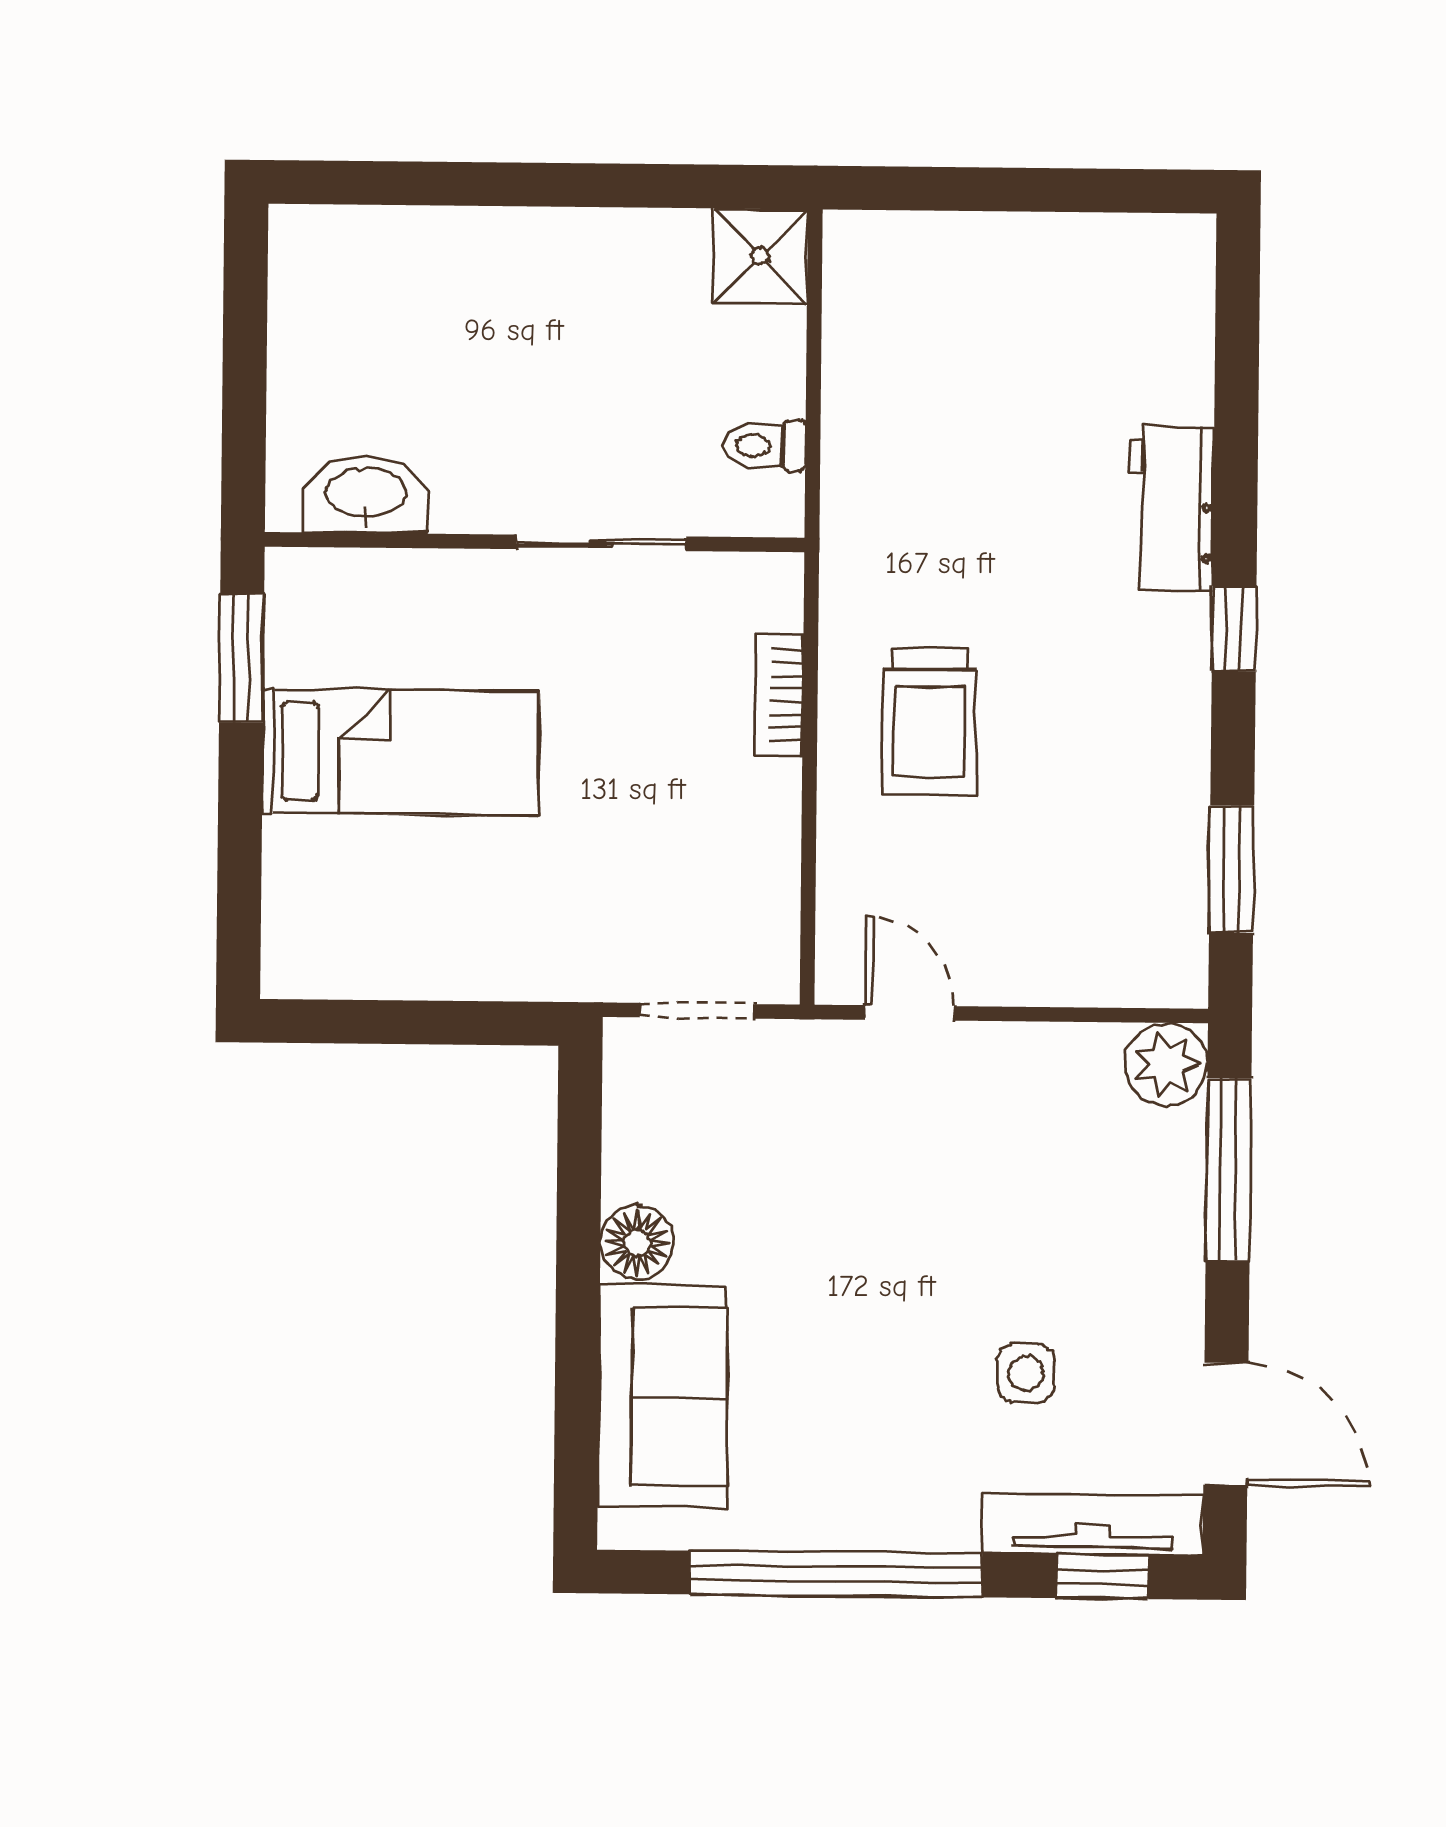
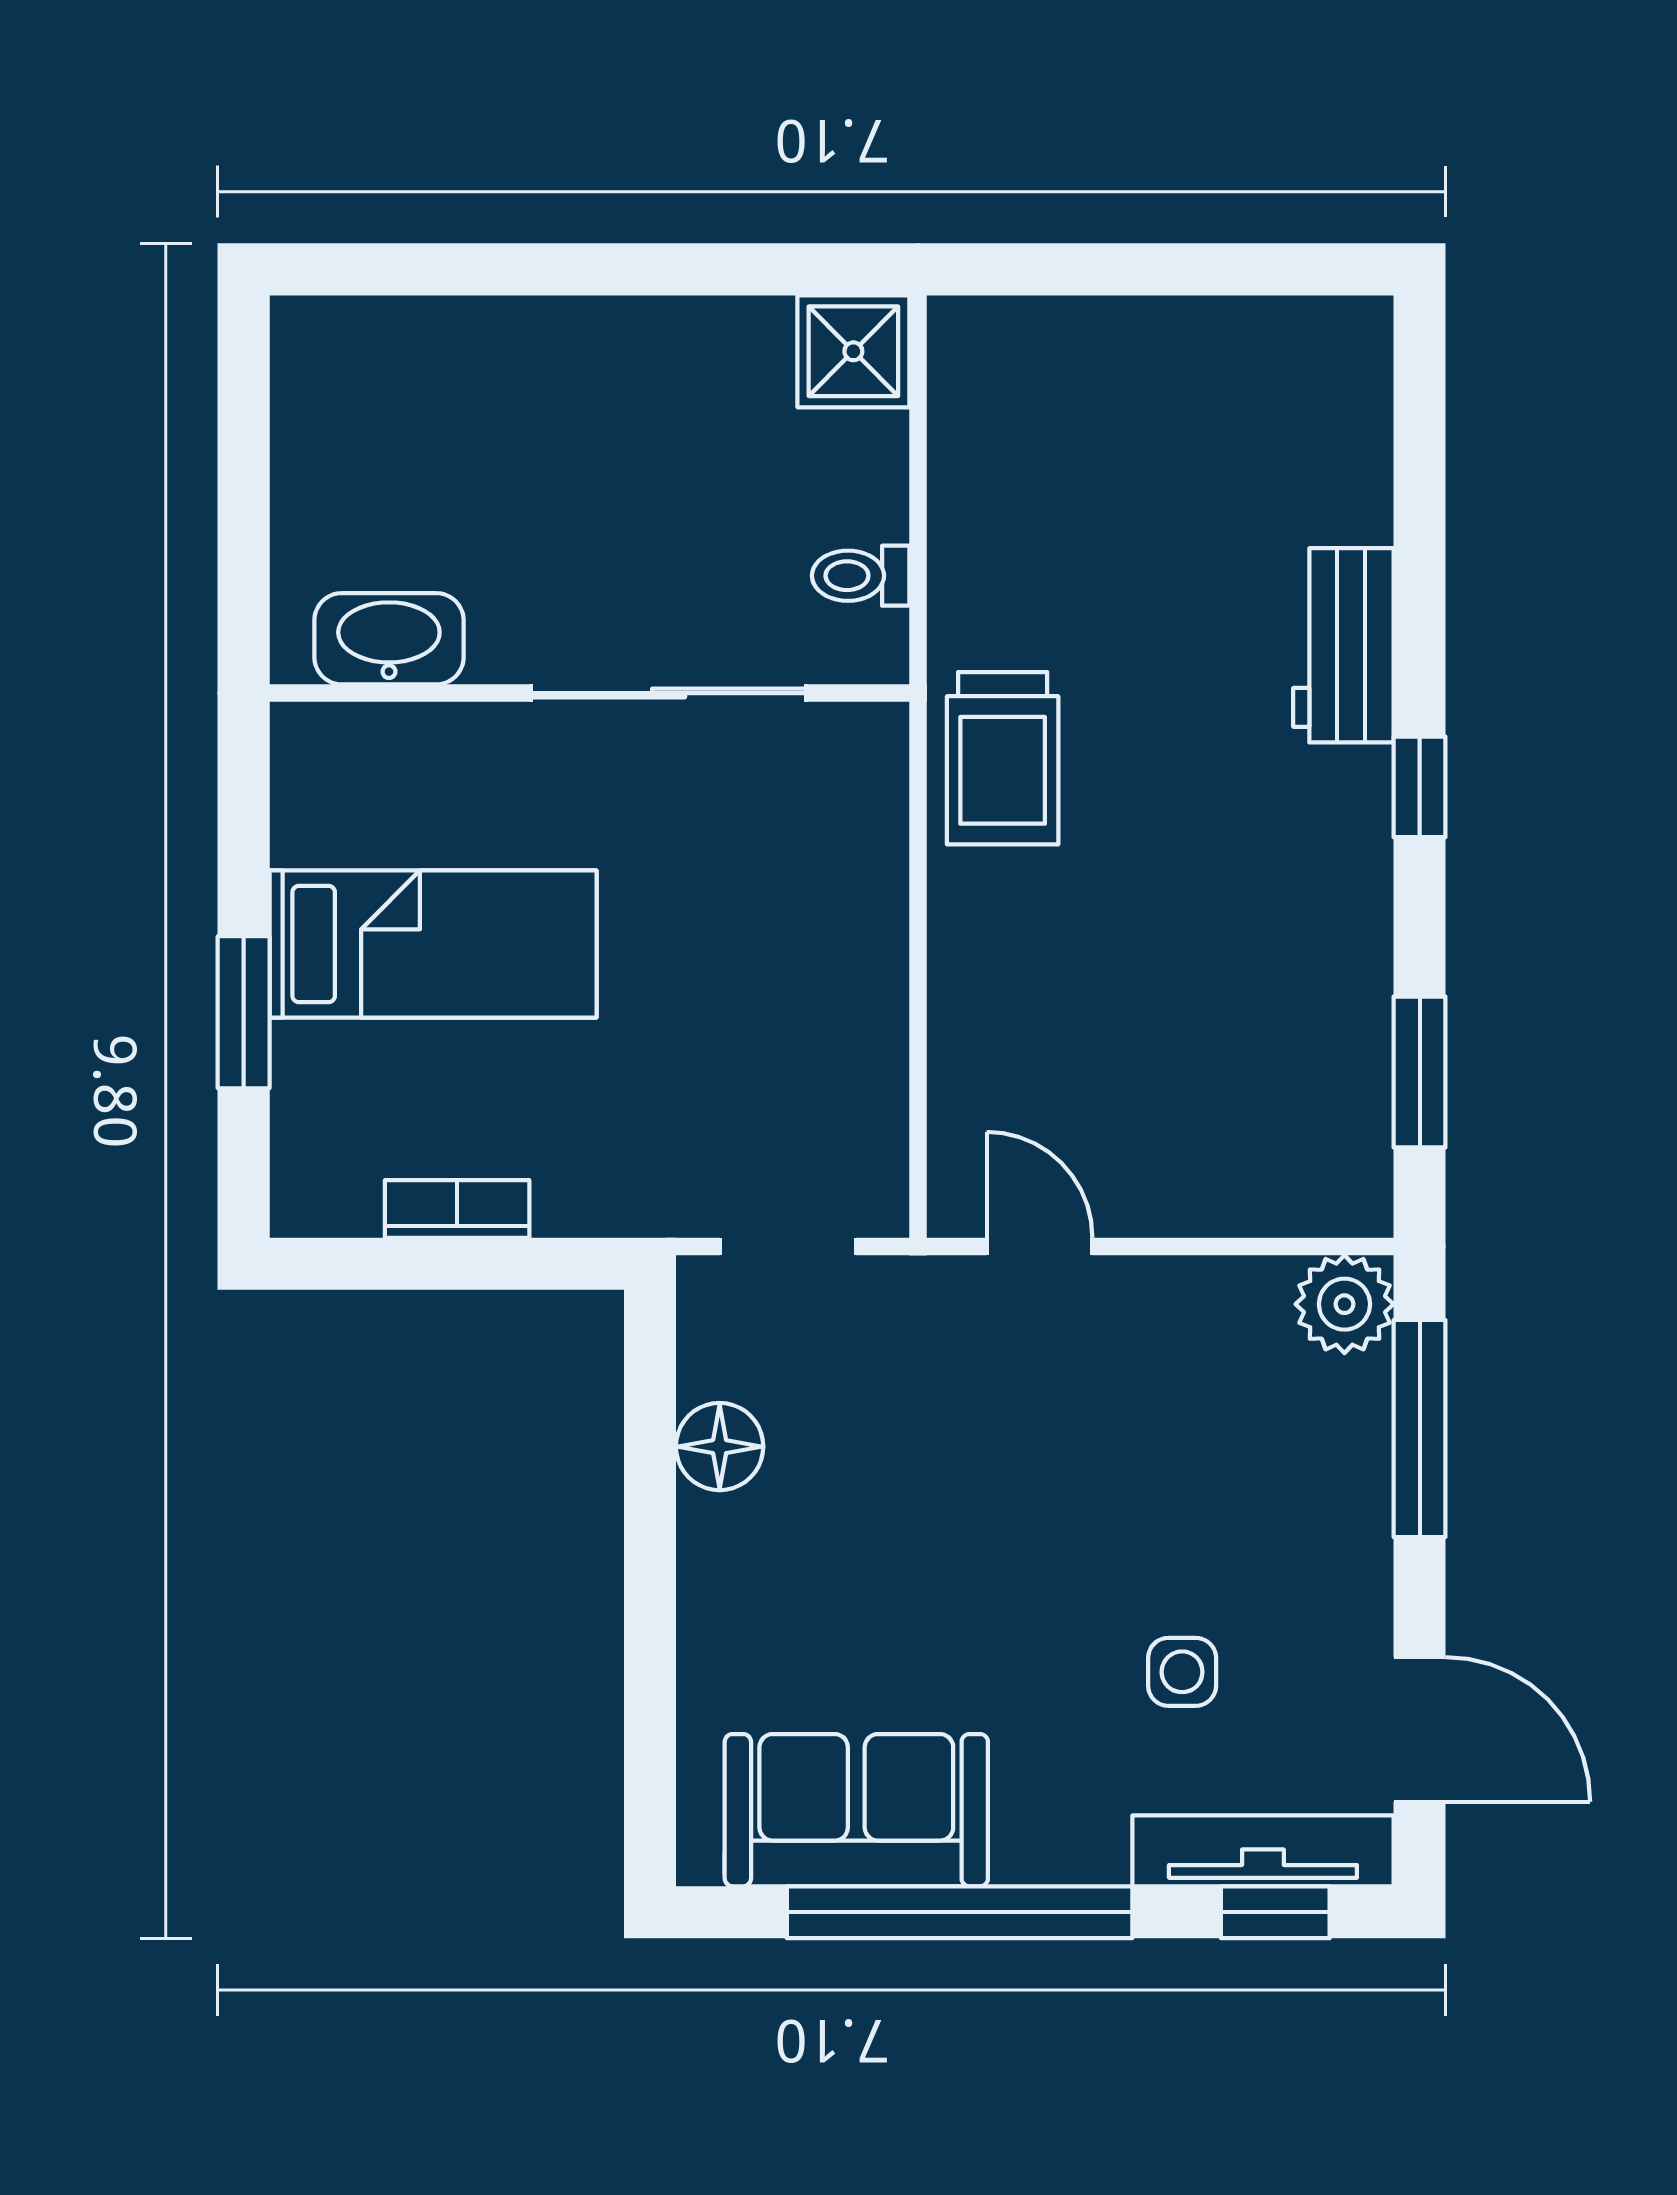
sliding door: (601, 543) -> (669, 693), width x1.37
window: (242, 658) -> (244, 1012), moved
bookcase: (779, 695) -> (457, 1209), moved, turned 90
trolley: (929, 722) -> (1003, 758), moved
floor lamp: (637, 1243) -> (720, 1447), moved
sofa: (663, 1397) -> (856, 1810), moved, turned -90

